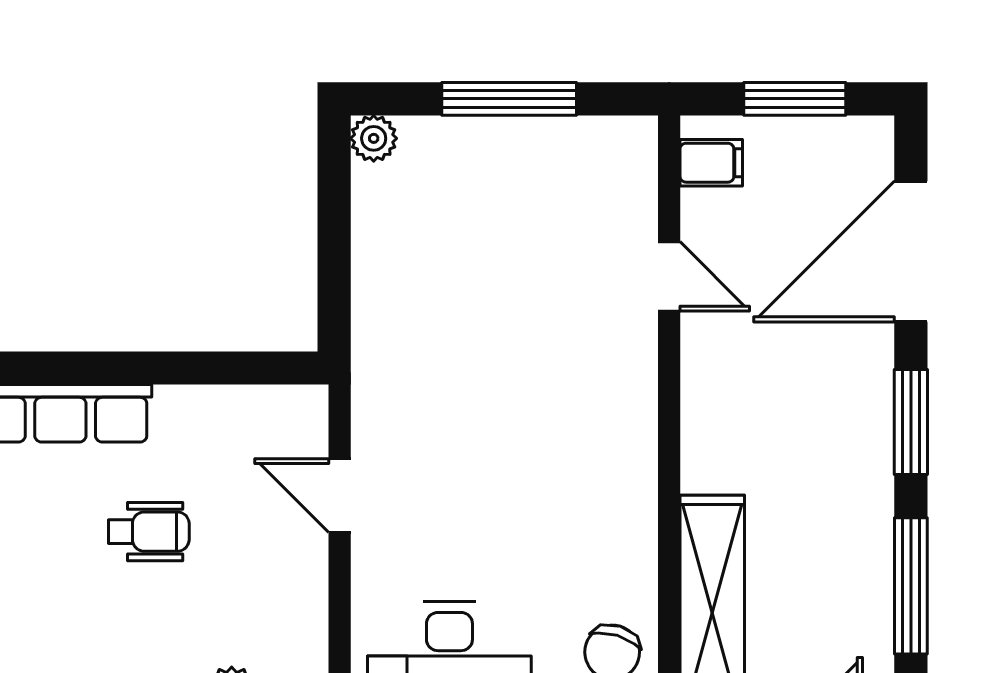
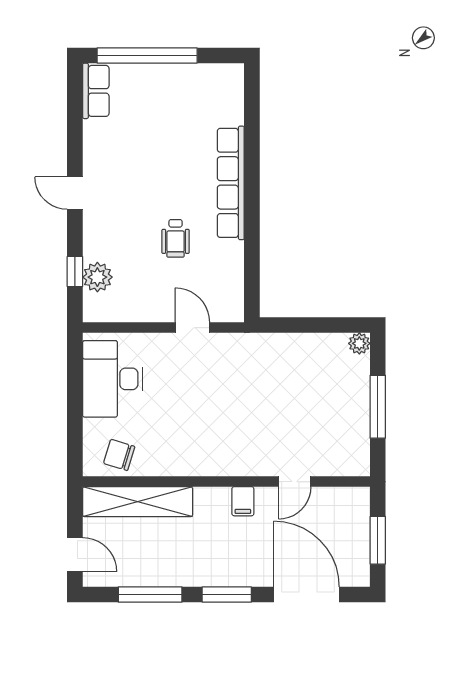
filing cabinet: (711, 163) -> (243, 501), moved
door: (340, 496) -> (192, 328), hinge flipped

